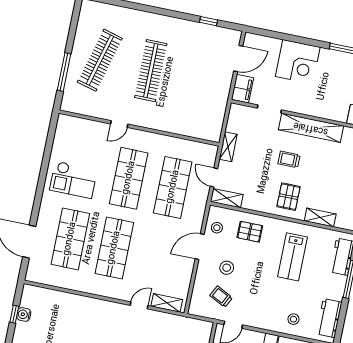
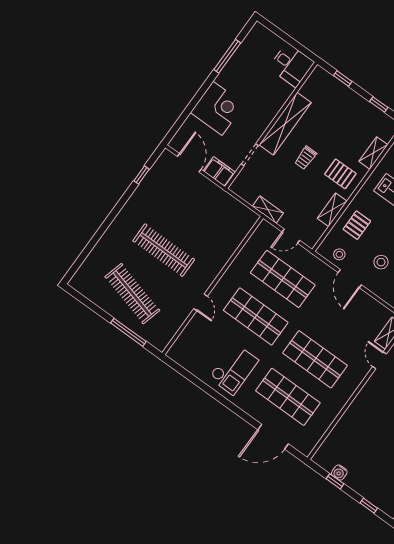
shelving: (227, 198) -> (332, 210), moved

